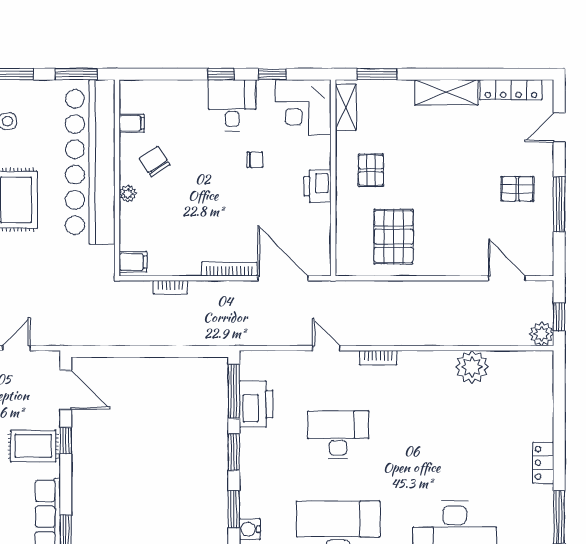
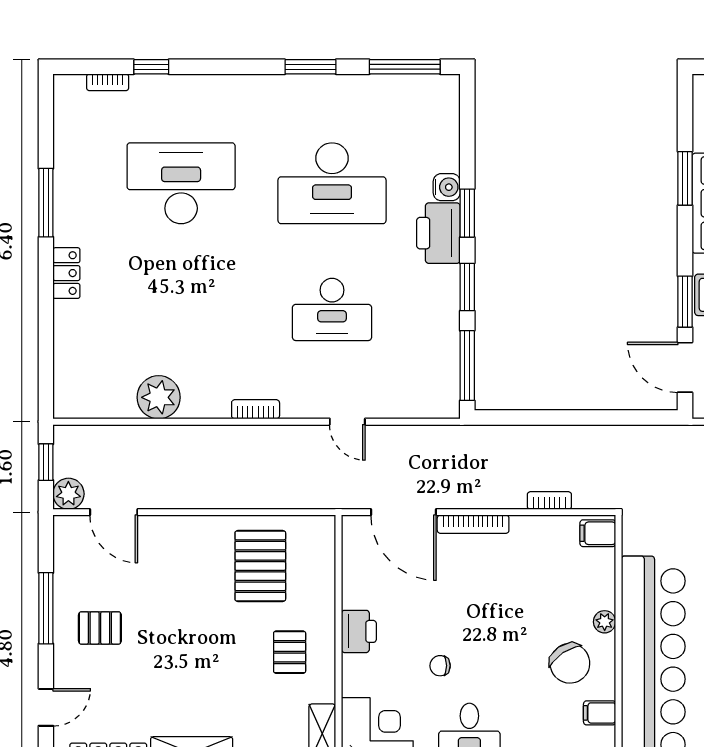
chair: (155, 162) -> (570, 663), width x1.37, depth x1.37
plant: (542, 334) -> (68, 494), moved
bookcase: (378, 358) -> (256, 409), moved
printer: (256, 404) -> (438, 233), moved
window: (66, 441) -> (685, 302), width x1.50

